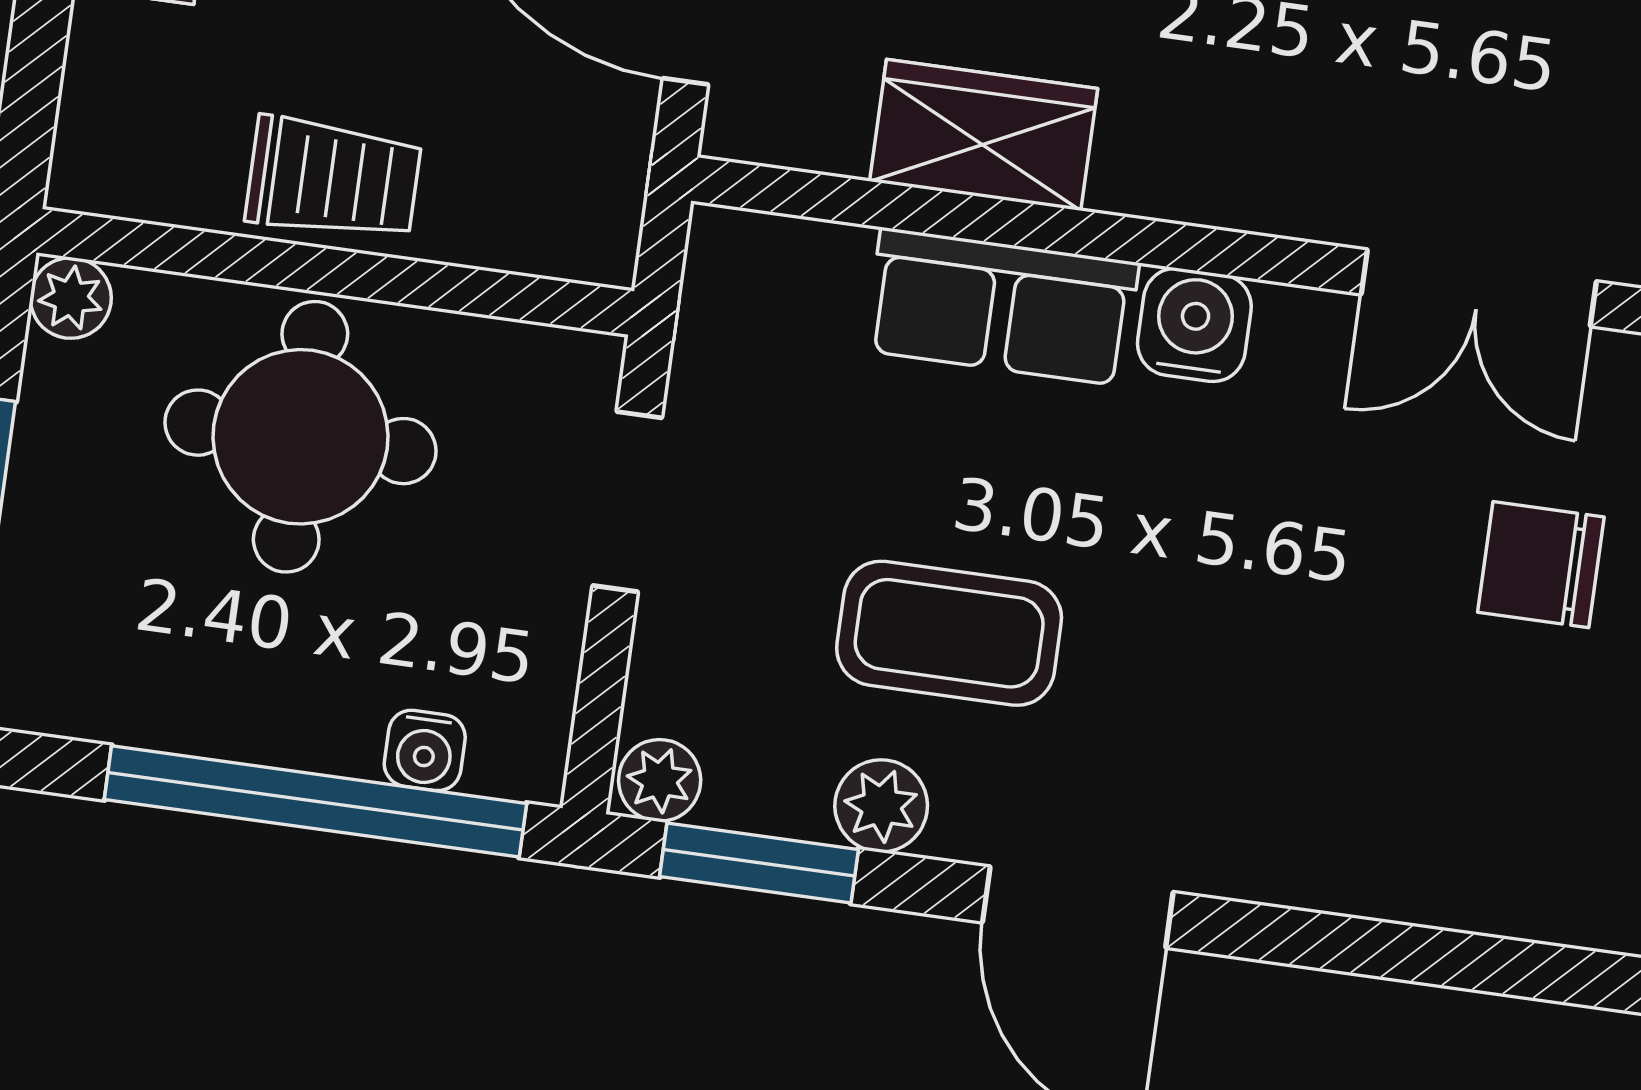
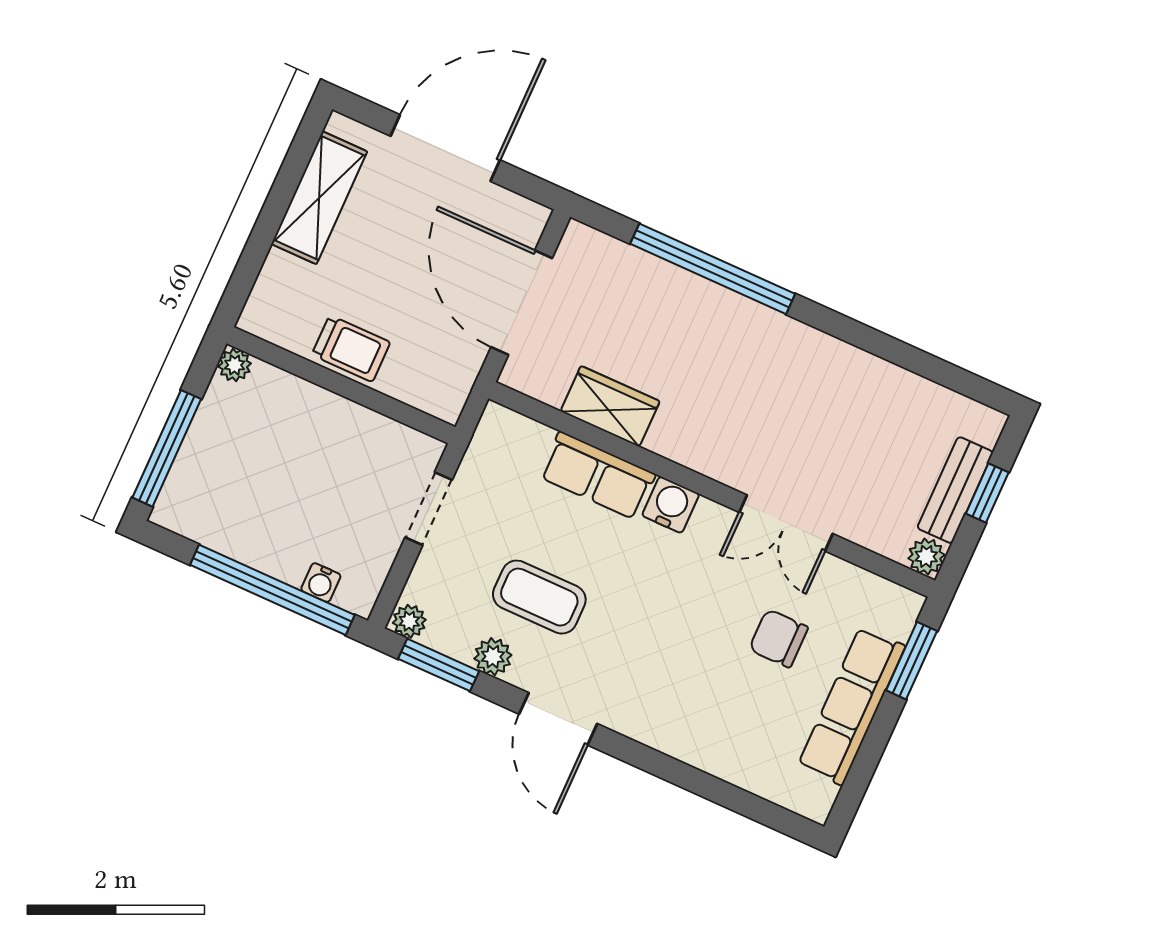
round table: (301, 437) -> (308, 446), removed

